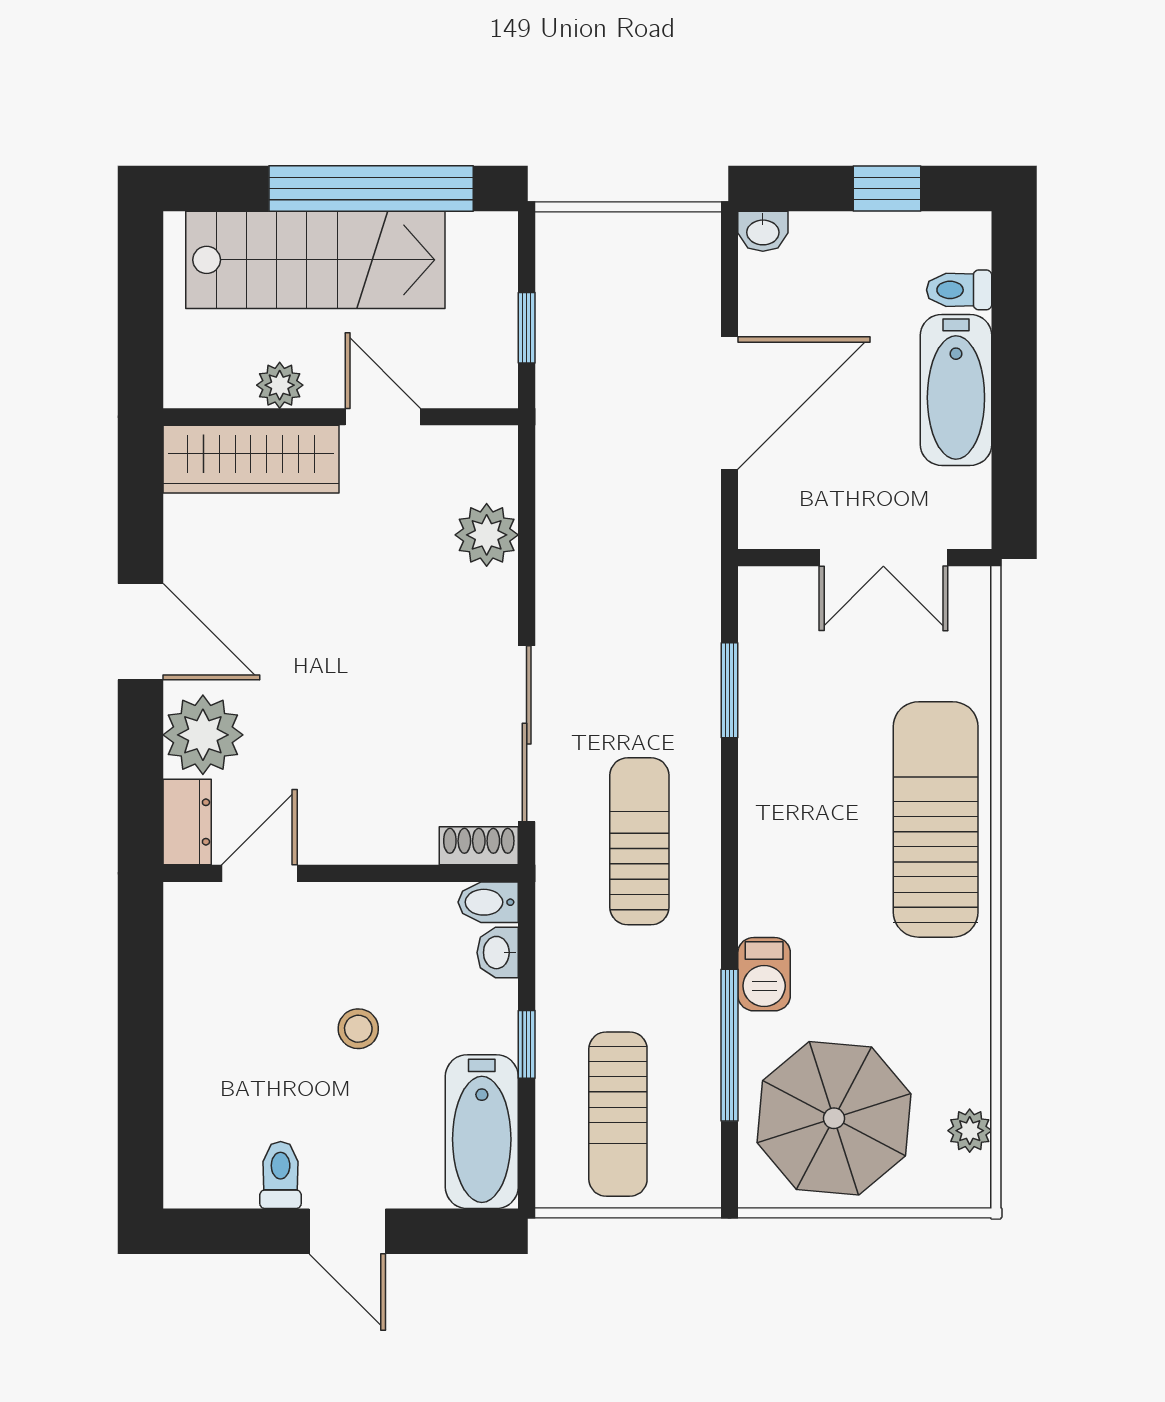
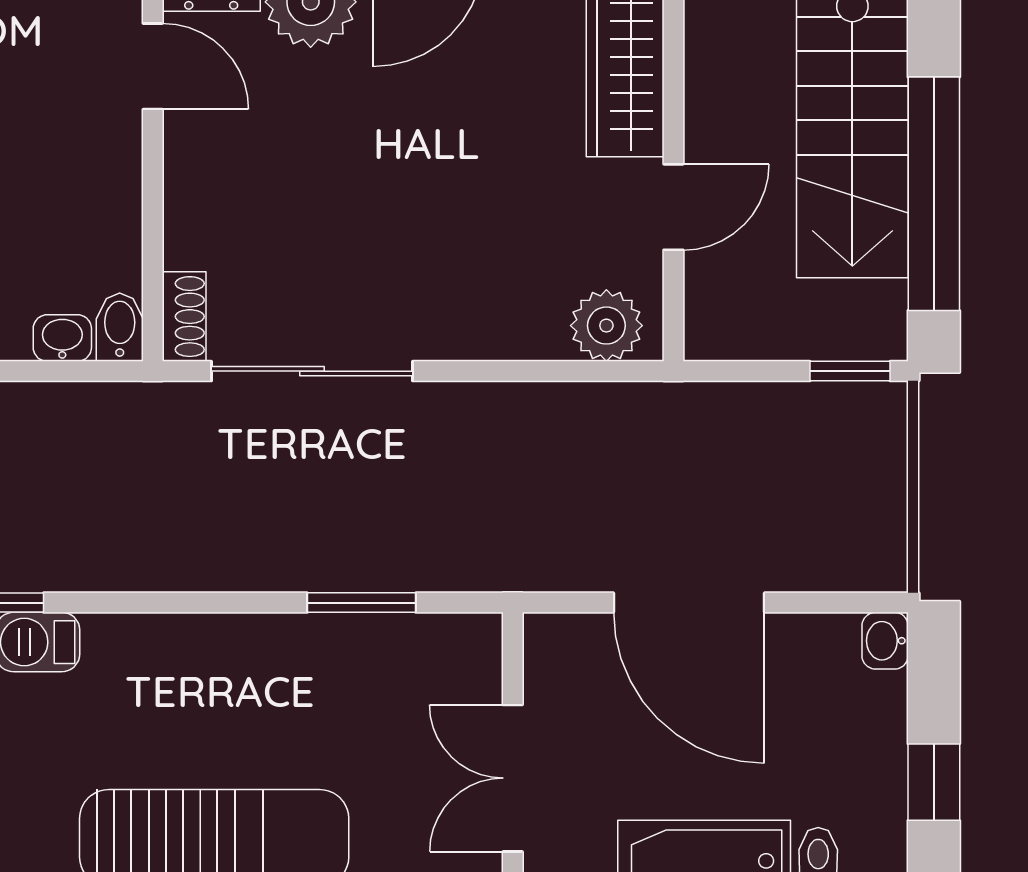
window: (527, 328) -> (850, 371), moved
plant: (280, 385) -> (709, 90), removed
plant: (487, 535) -> (606, 326), moved
sun lounger: (639, 841) -> (189, 500), removed

